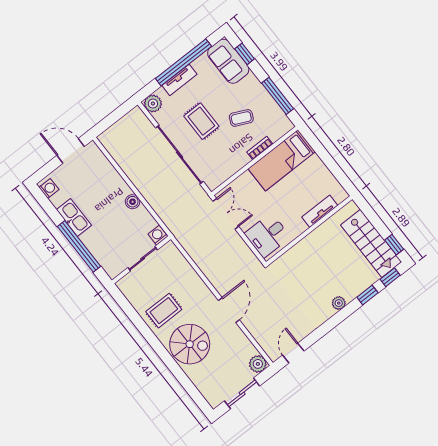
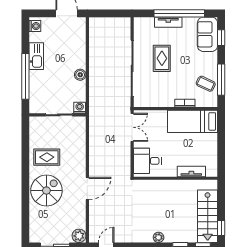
plant: (153, 104) -> (140, 24), removed
coffee table: (241, 118) -> (206, 84), moved
spiral stairs: (190, 344) -> (46, 191), turned -90

